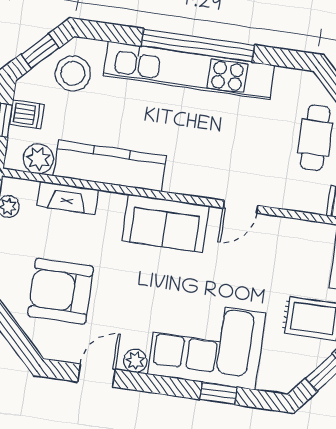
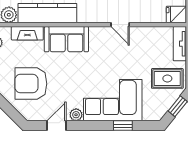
door: (241, 207) -> (120, 25), hinge flipped
sofa: (165, 223) -> (66, 39), moved

